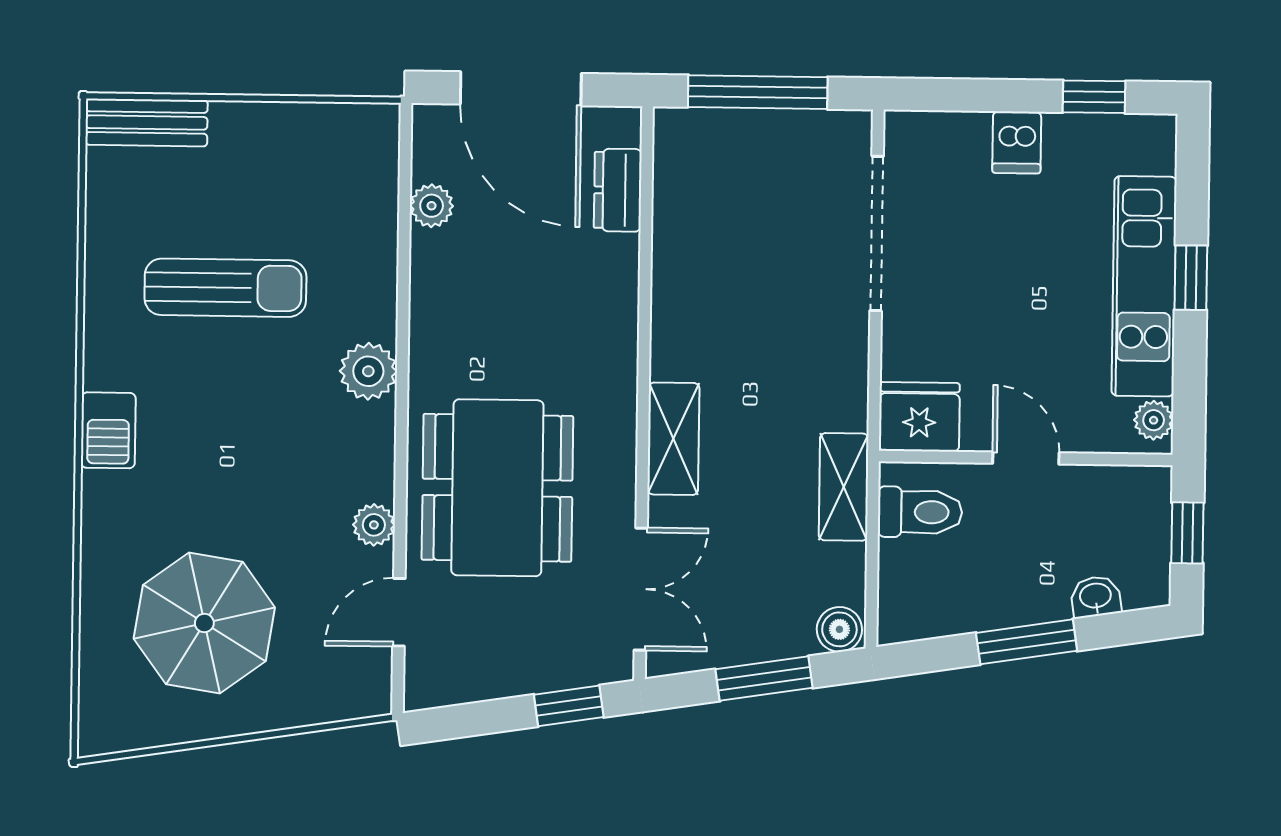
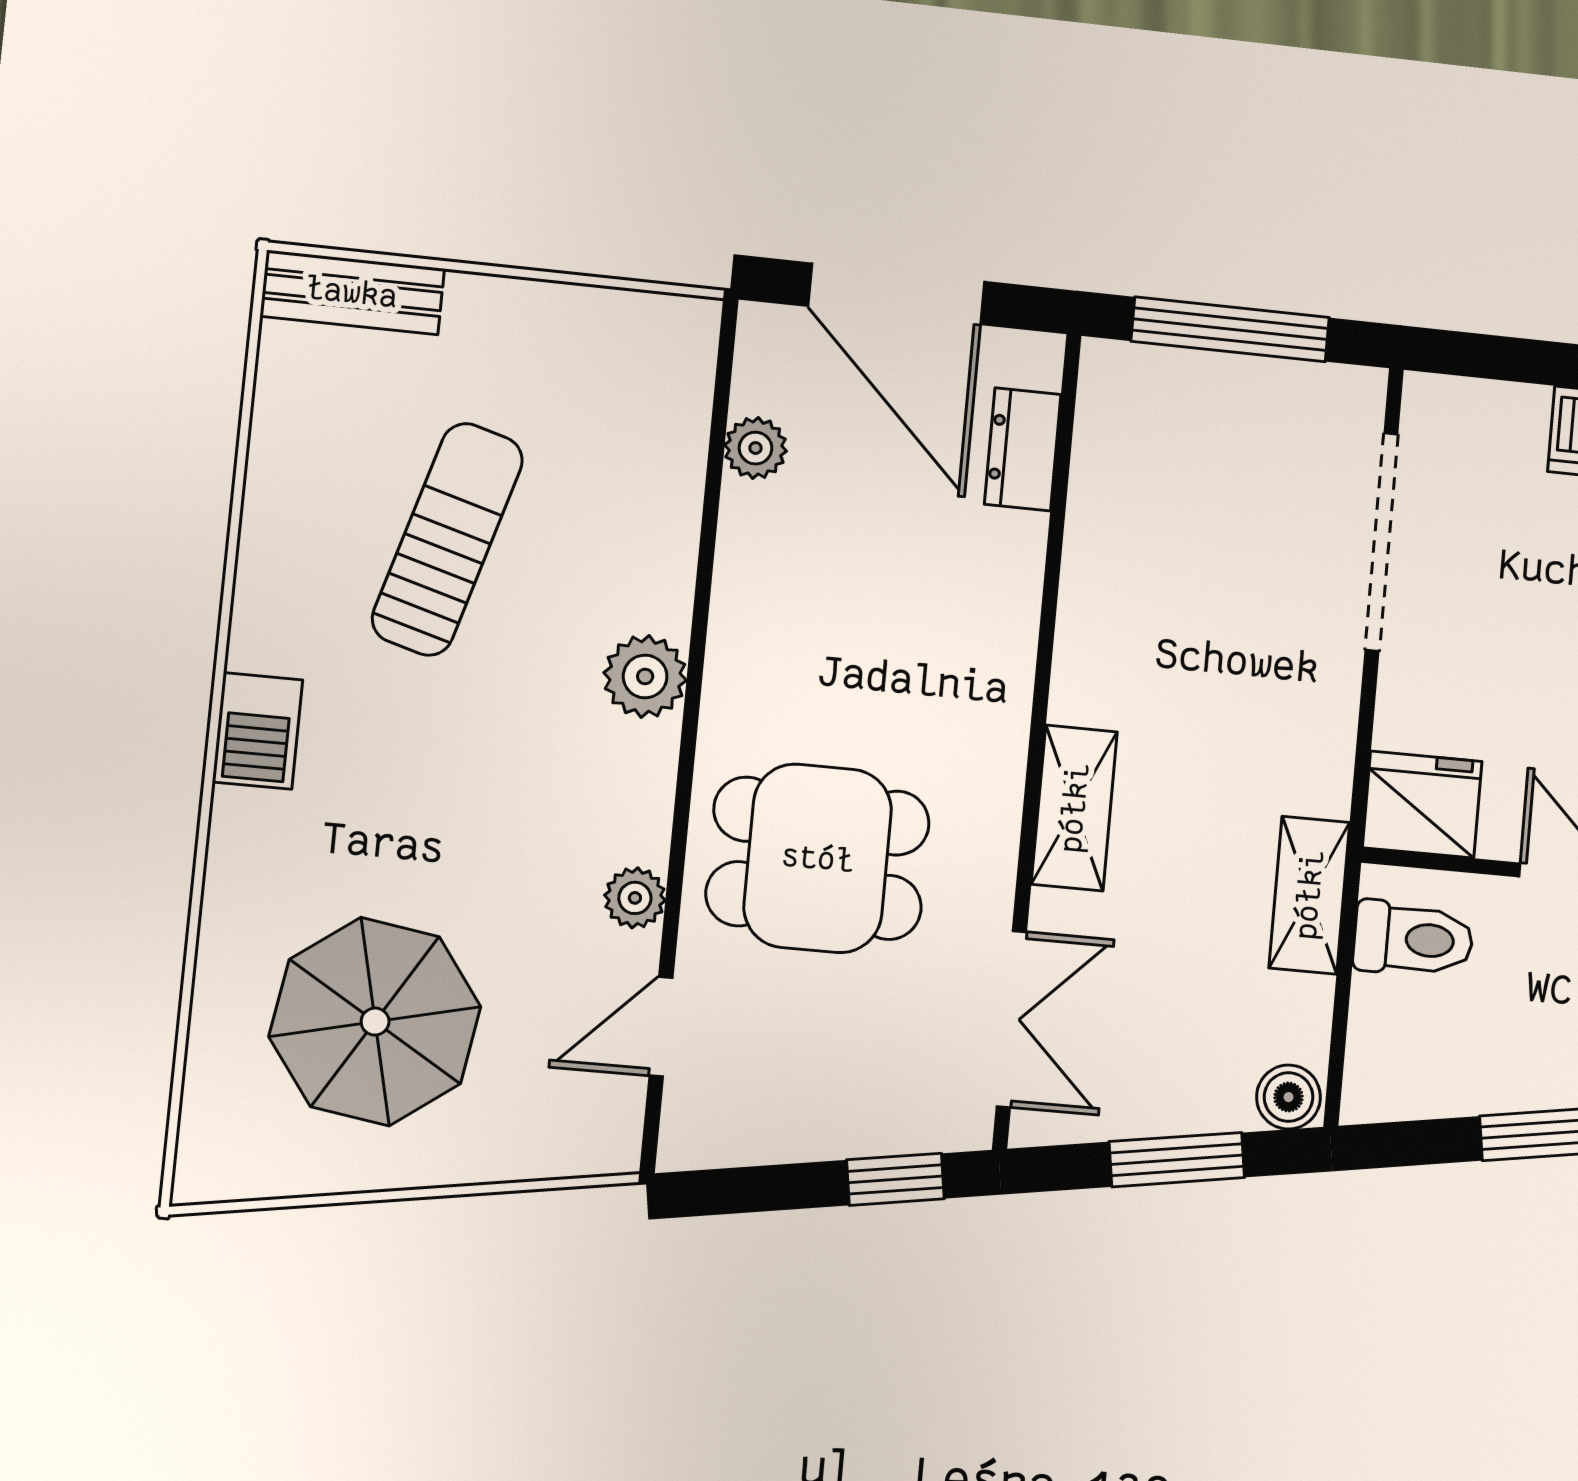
sun lounger: (225, 288) -> (447, 539), turned -74
dining table: (497, 488) -> (818, 858), width x0.73

